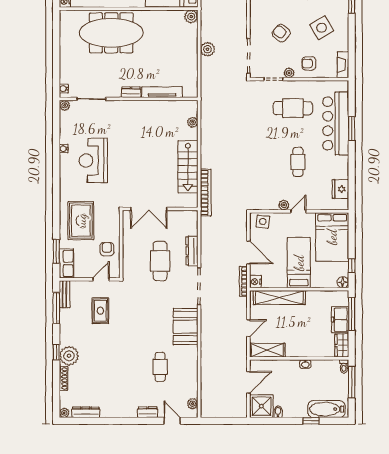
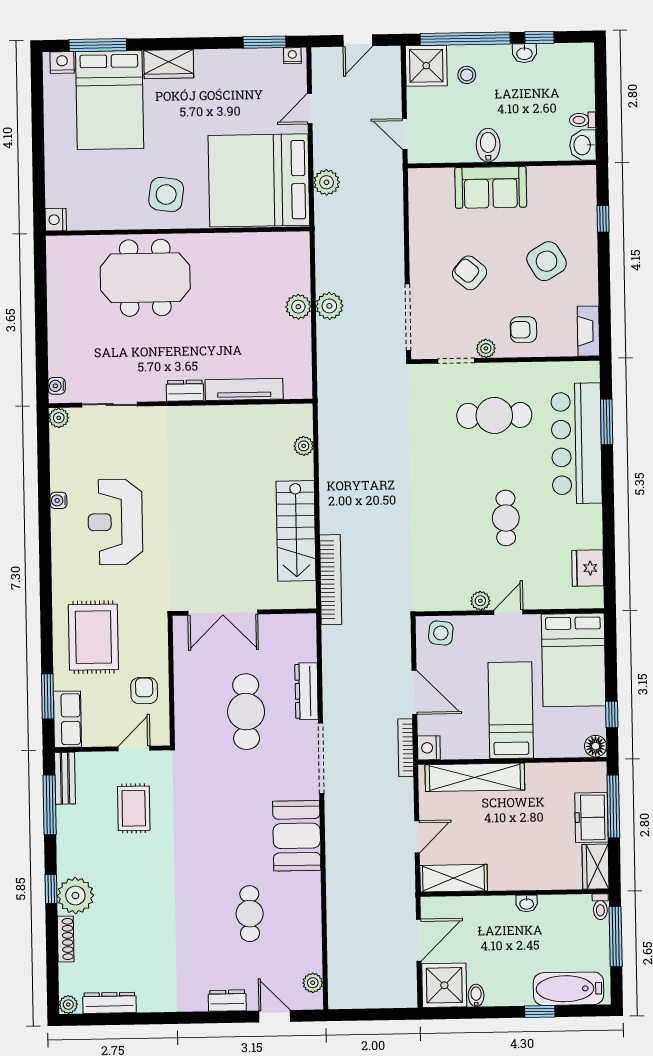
plant: (191, 17) -> (298, 307), moved
meeting table: (111, 33) -> (145, 278), width x0.73
window: (352, 129) -> (607, 422), moved

